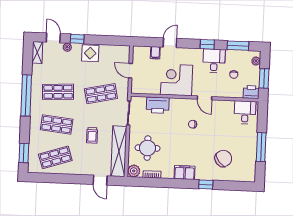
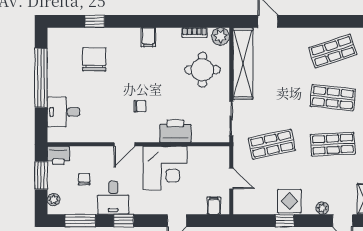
window: (77, 39) -> (285, 221), moved
filing cabinet: (155, 53) -> (214, 206), moved
door: (205, 98) -> (124, 144), swing flipped
printer: (158, 105) -> (175, 131), moved
desk: (245, 112) -> (64, 112), moved, turned 90
trolley: (92, 135) -> (282, 85), removed
window: (261, 147) -> (41, 78), width x1.46
chair: (223, 158) -> (94, 59), turned 128
filing cabinet: (185, 172) -> (148, 37), width x0.50
window: (206, 185) -> (95, 21), moved

